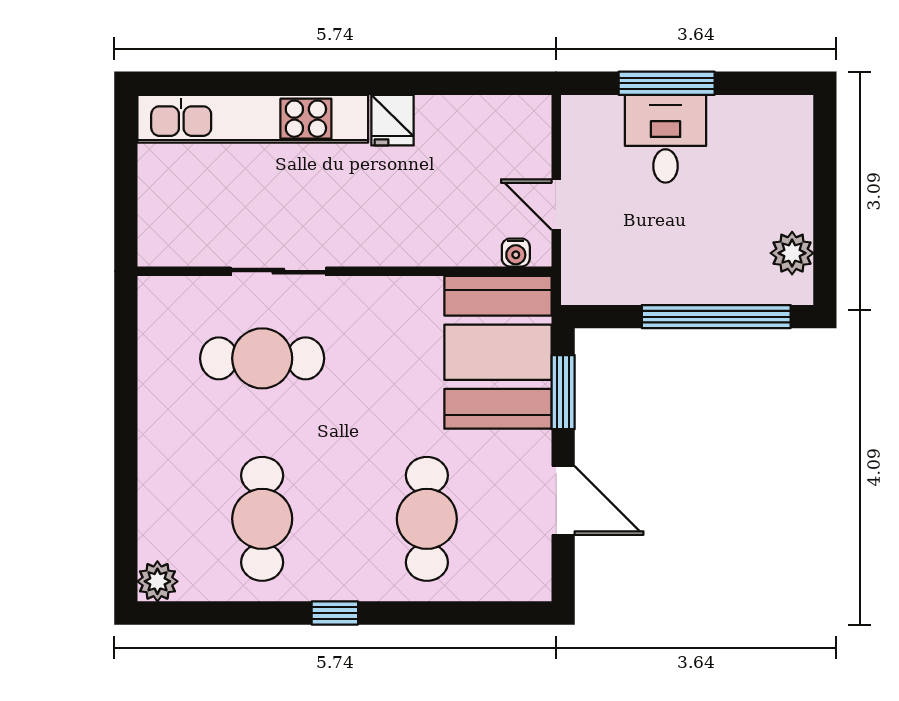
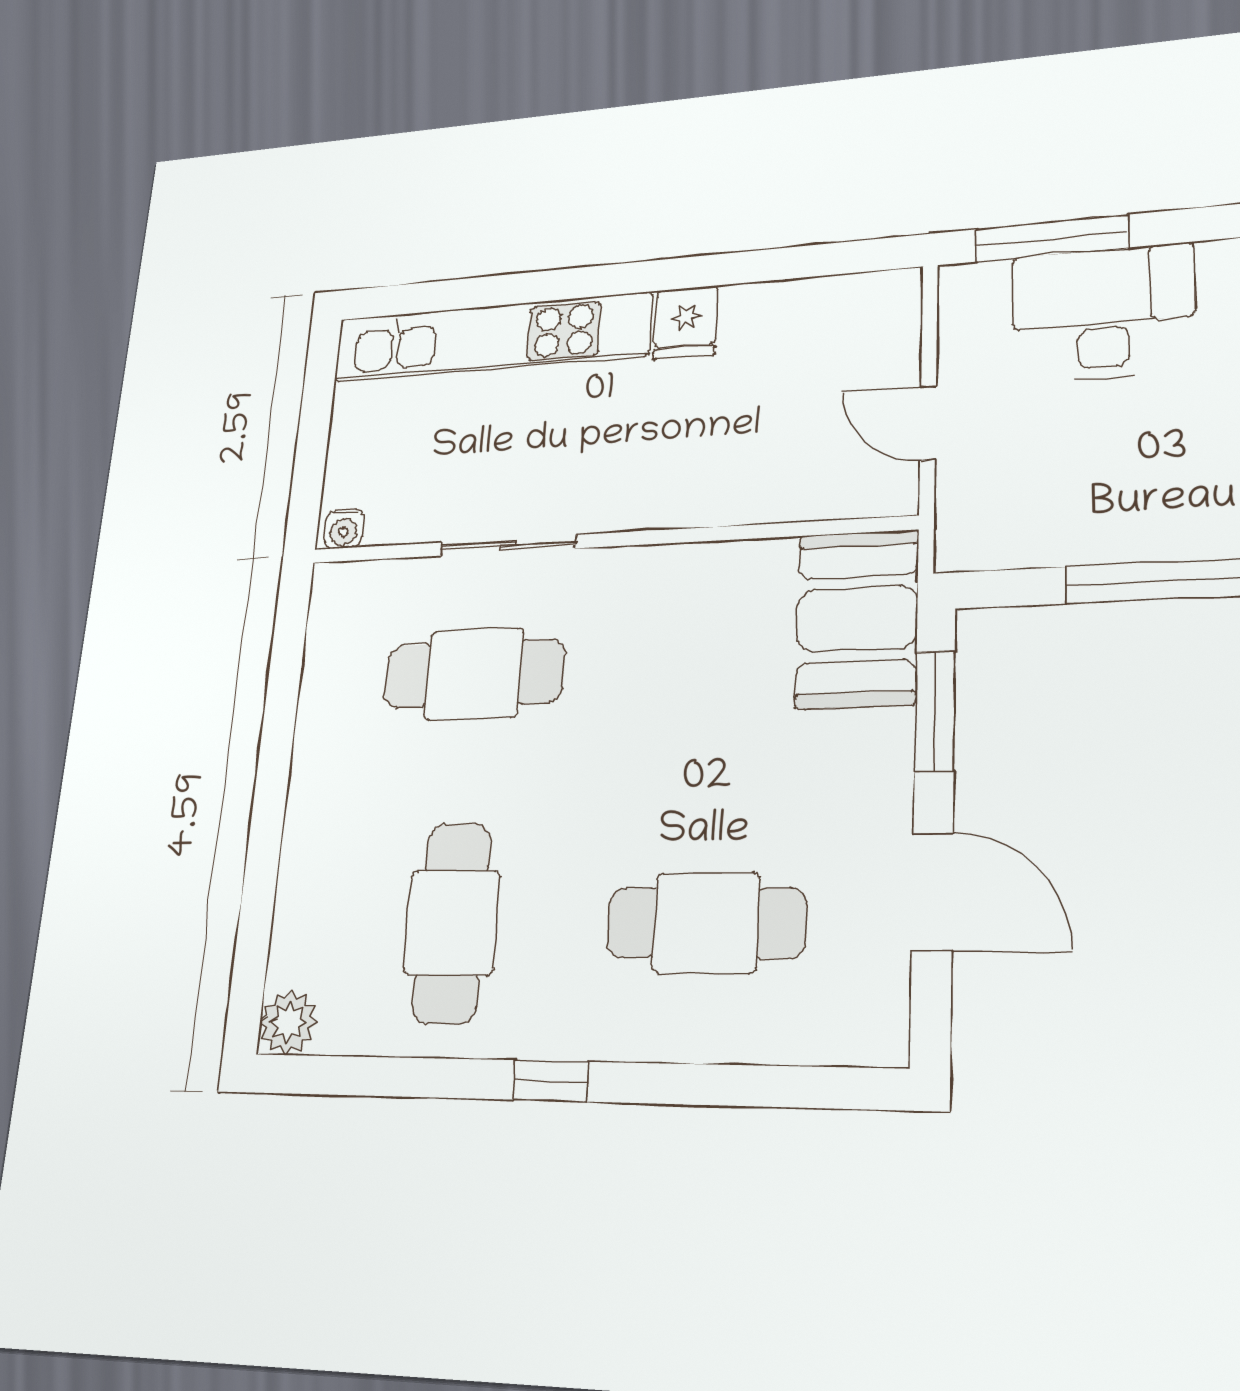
window: (667, 83) -> (1052, 238), moved
desk: (665, 139) -> (1103, 313), width x1.37
water cooler: (516, 253) -> (344, 529), moved
booth: (498, 352) -> (857, 619), width x0.73, depth x0.70
cafe table: (427, 519) -> (706, 923), turned 90

